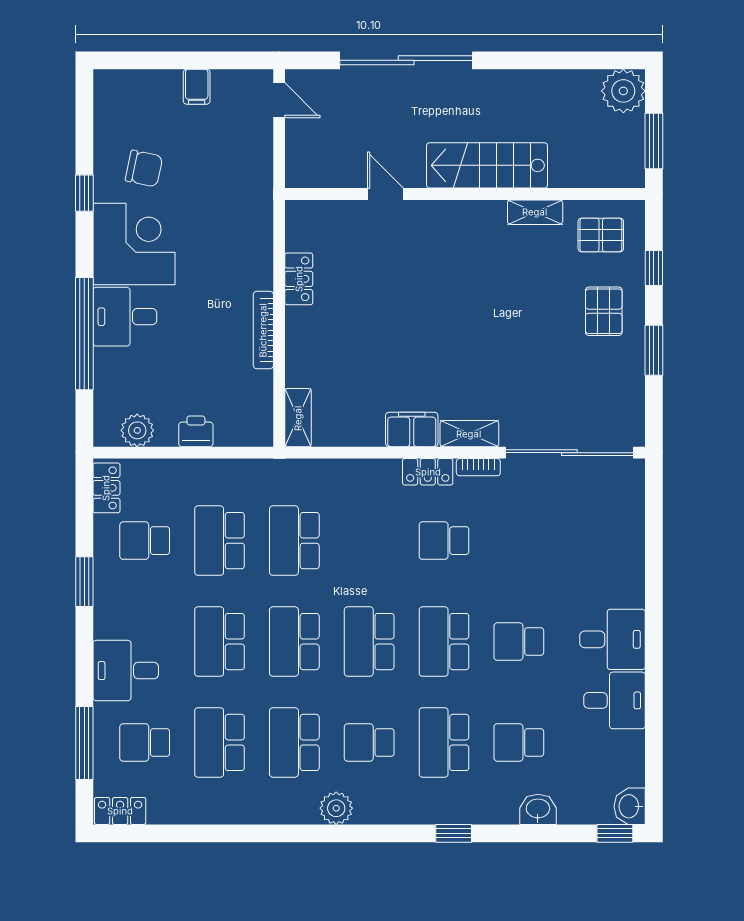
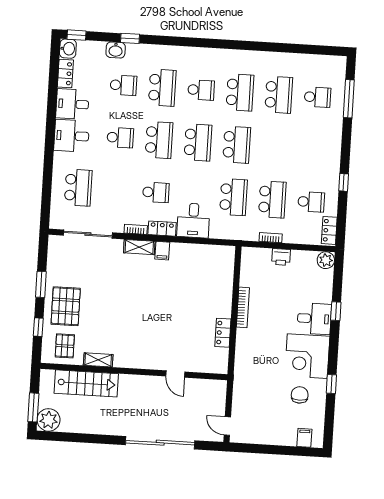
filing cabinet: (197, 87) -> (304, 438), moved
window: (654, 141) -> (33, 407), moved
stairs: (487, 165) -> (86, 383), moved
chair: (144, 169) -> (300, 395), turned 78
pallet: (601, 235) -> (65, 346), turned 90
pallet: (604, 311) -> (66, 306), width x1.50, depth x1.42
window: (84, 334) -> (336, 311), width x0.32
shelving: (298, 418) -> (228, 261), removed
filing cabinet: (412, 429) -> (162, 251), width x0.50
plant: (137, 430) -> (326, 260), moved
sliding door: (569, 453) -> (88, 234), width x0.73
bookcase: (218, 467) -> (271, 238), added
window: (84, 582) -> (344, 182), width x0.67
school desk: (219, 642) -> (78, 188), moved
desk: (126, 671) -> (193, 220), moved, turned 90
plant: (336, 808) -> (220, 57), removed
locker: (120, 811) -> (65, 74), moved, turned -90
window: (454, 833) -> (130, 38), moved

